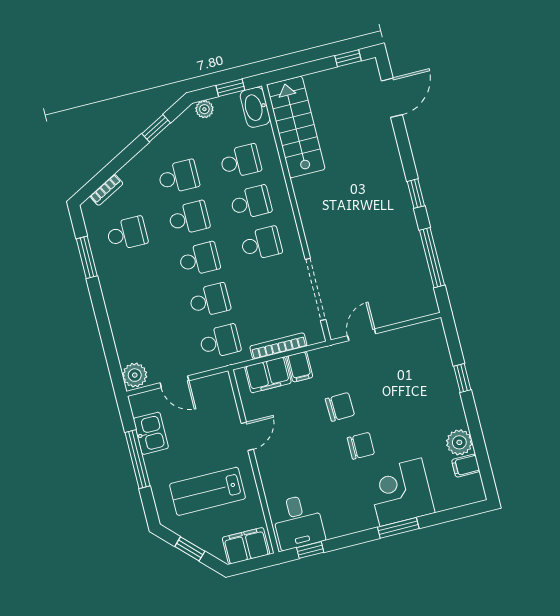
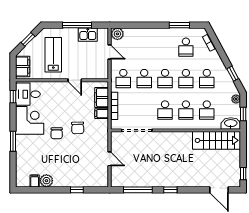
door: (362, 335) -> (110, 159), moved
door: (174, 382) -> (110, 52), swing flipped
corner desk: (401, 492) -> (30, 120), moved

